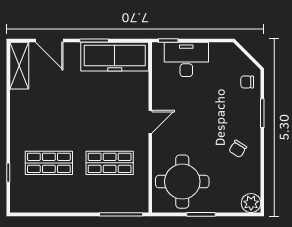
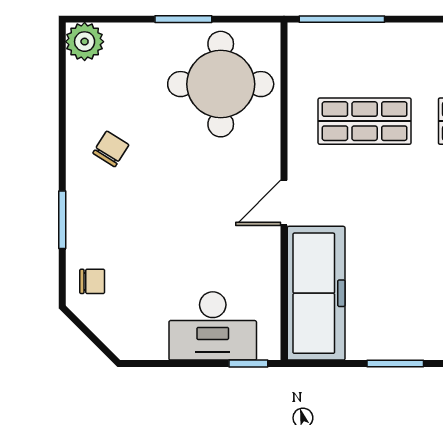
freezer: (115, 57) -> (316, 293), moved, turned 90

